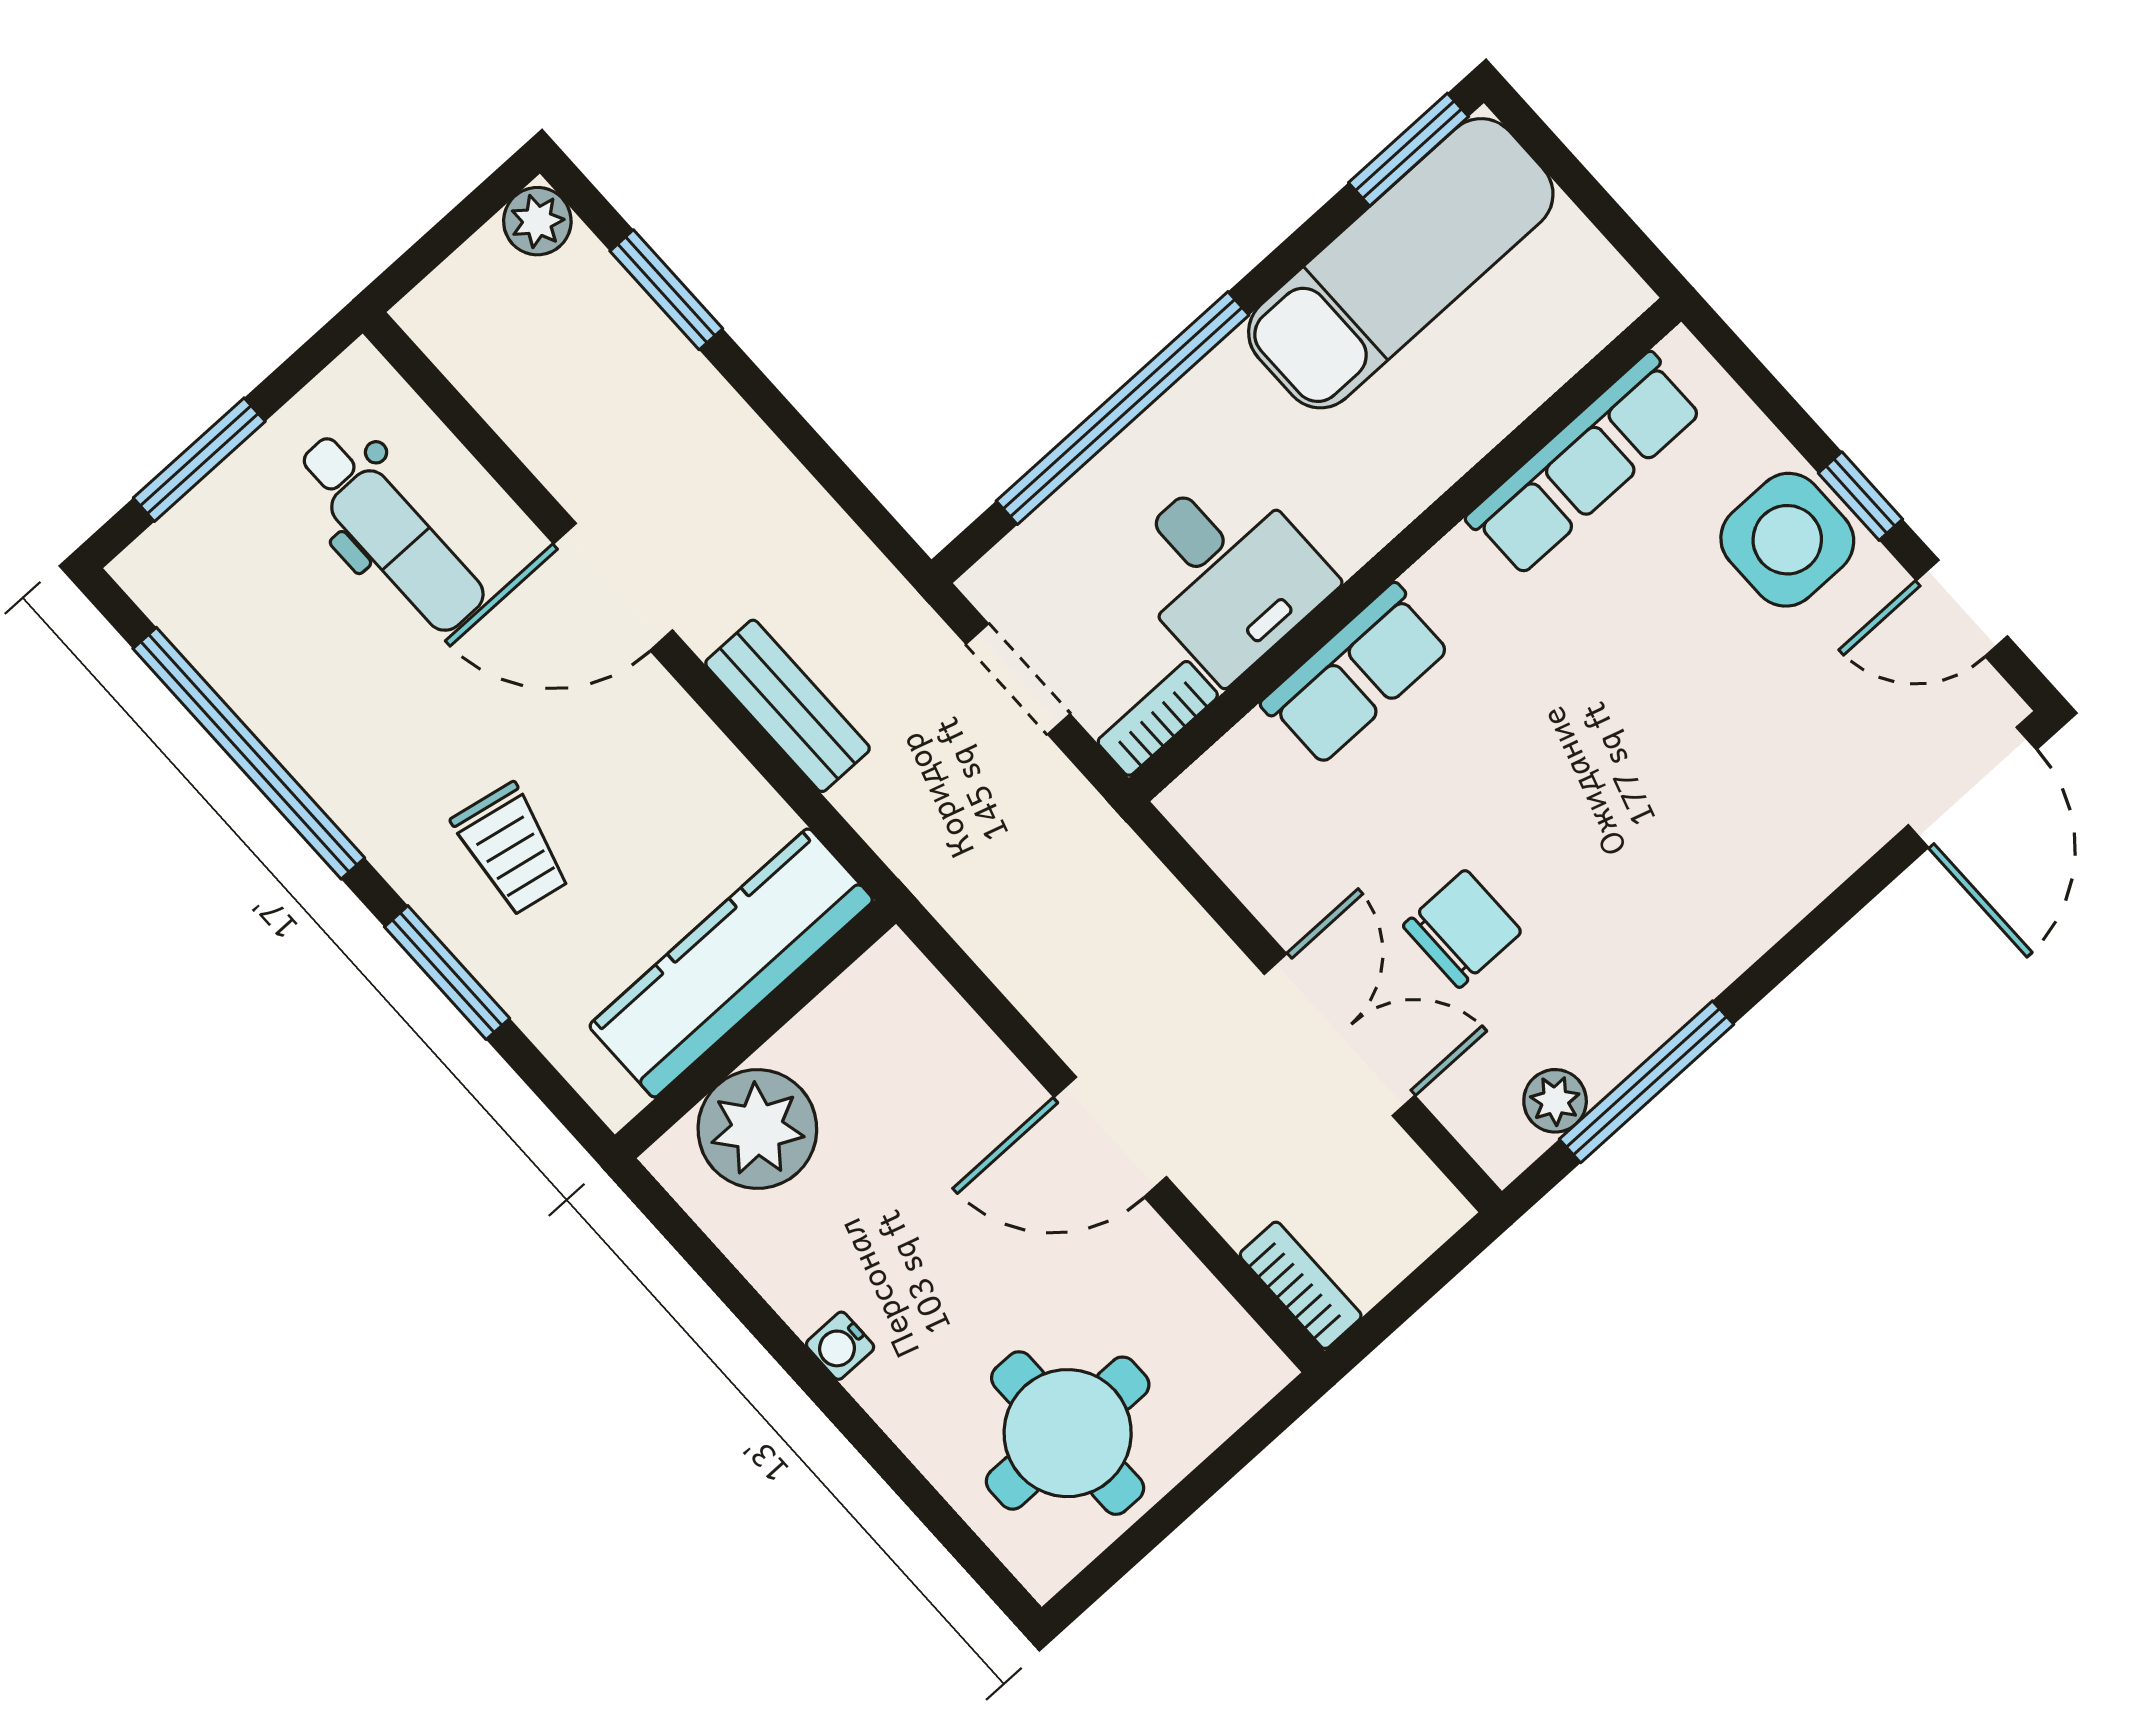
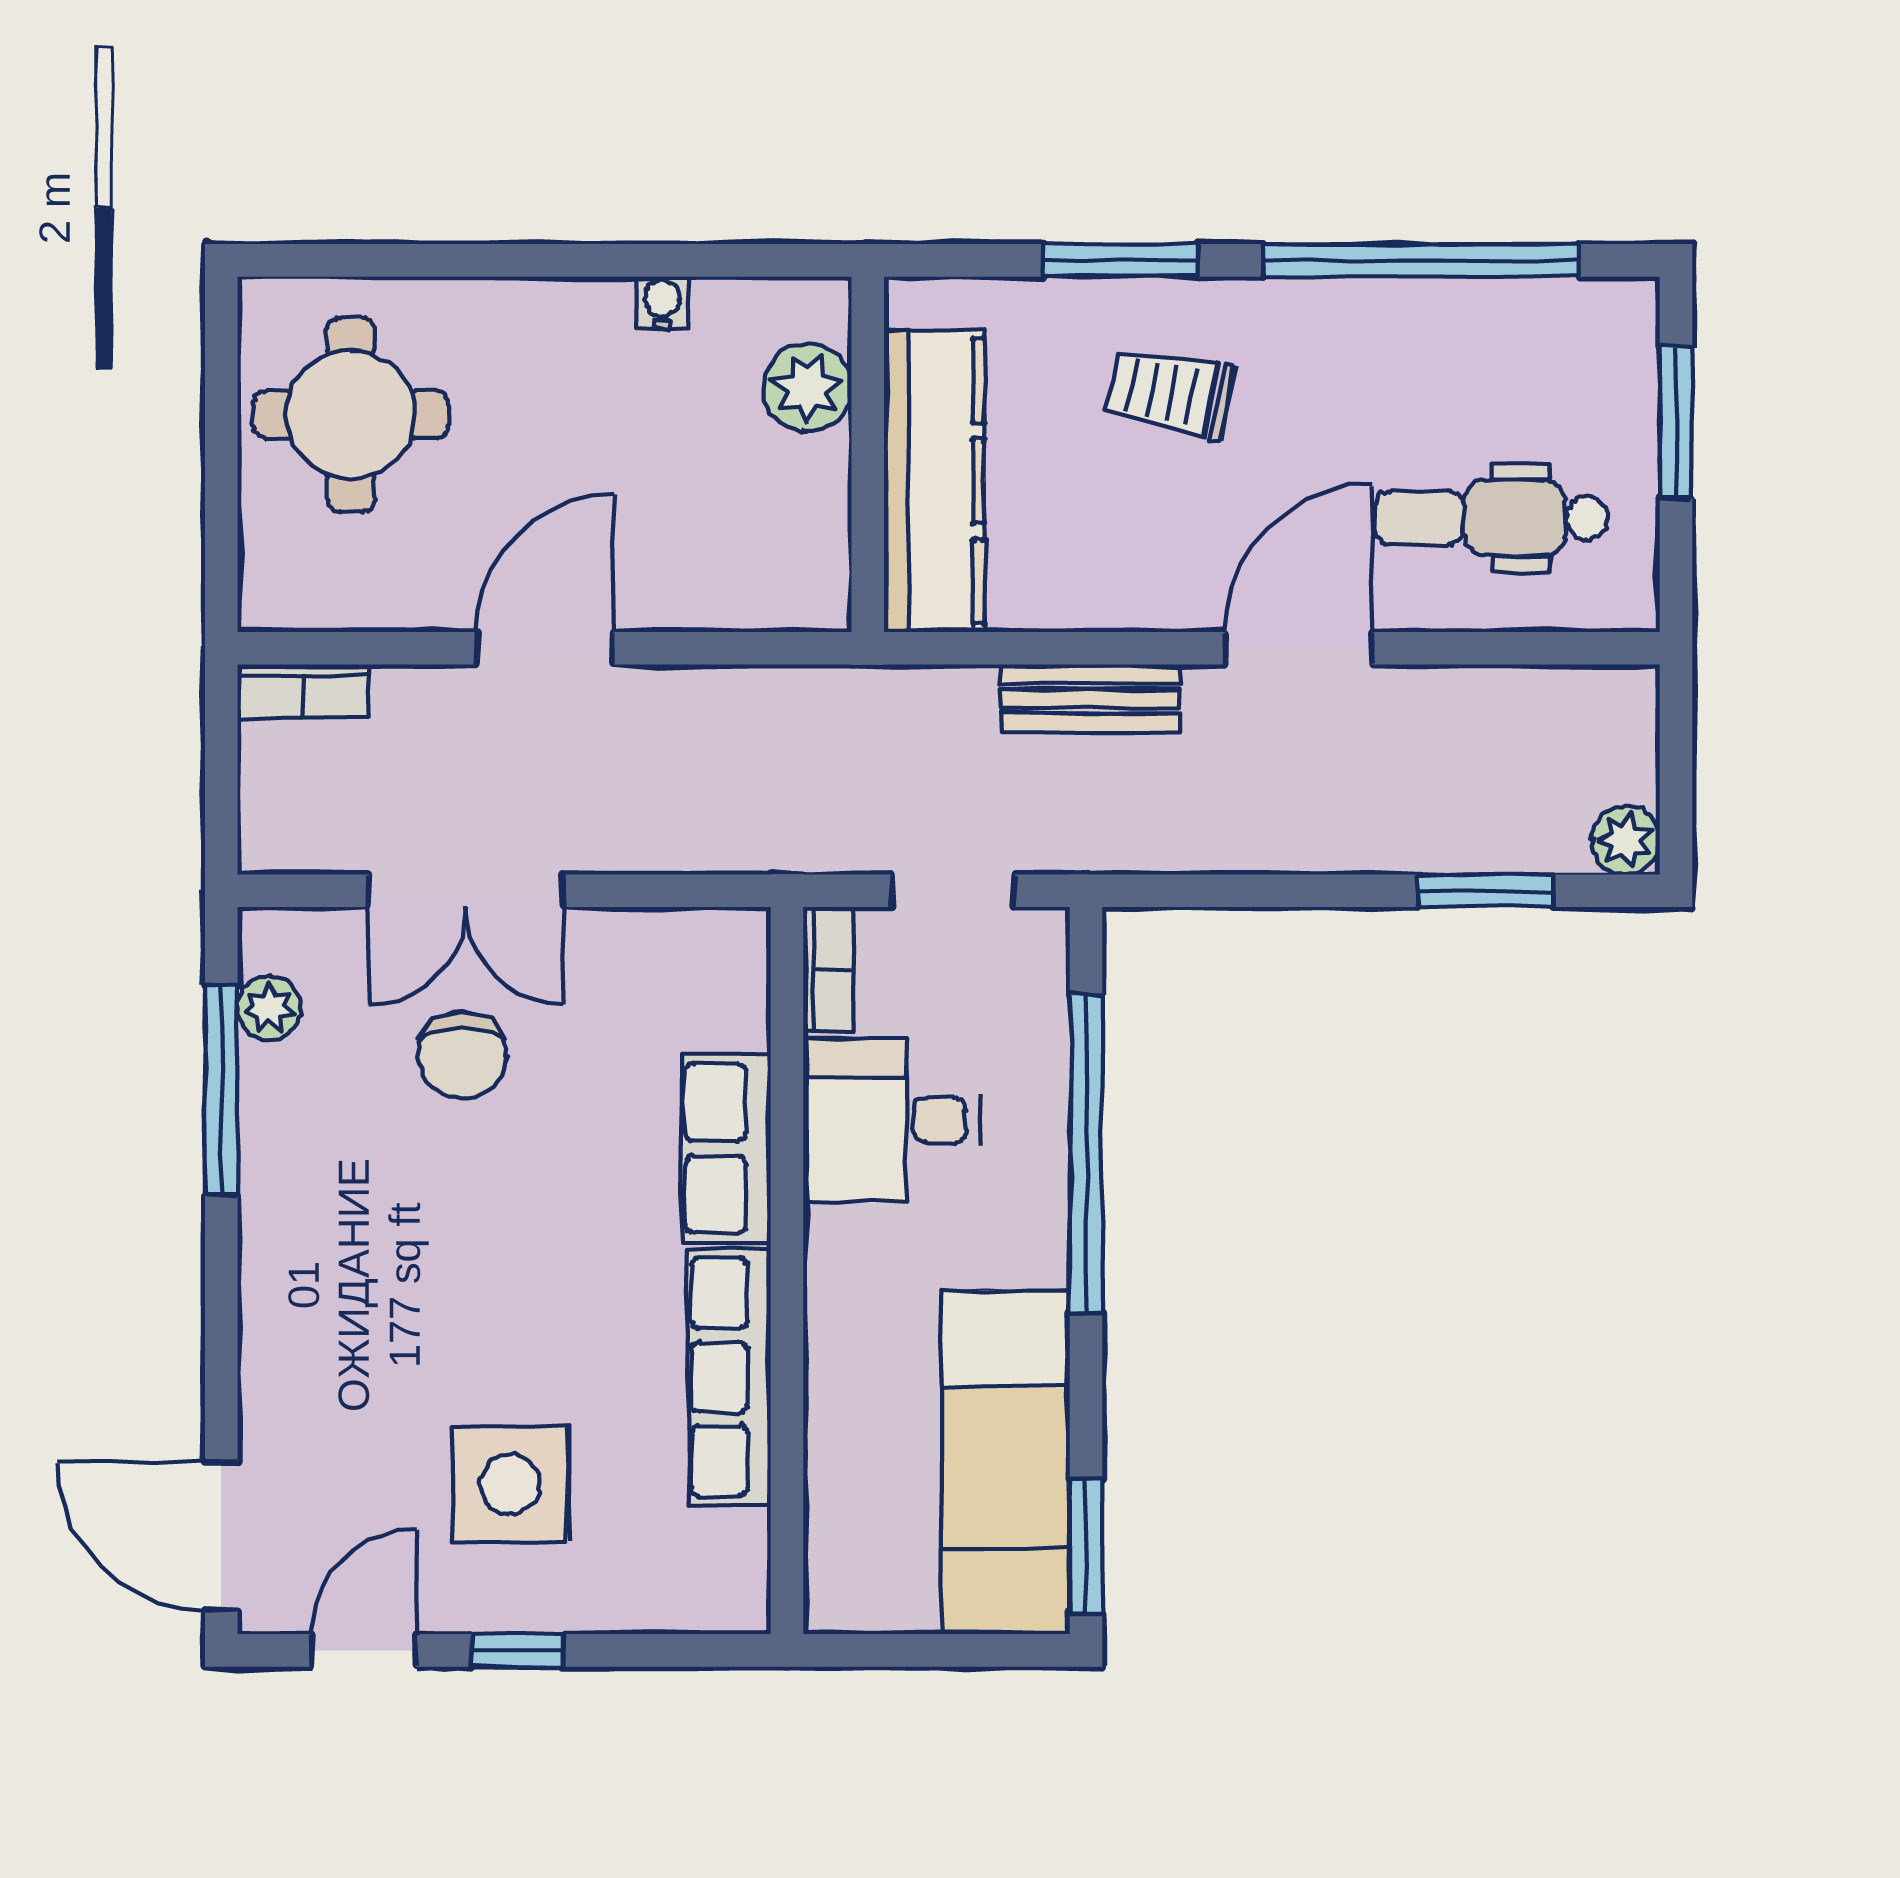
row of seats: (1584, 464) -> (729, 1377), moved
side table: (1787, 540) -> (510, 1484), moved
plant: (757, 1129) -> (807, 388), width x0.73, depth x0.73
water cooler: (840, 1346) -> (662, 302), moved

